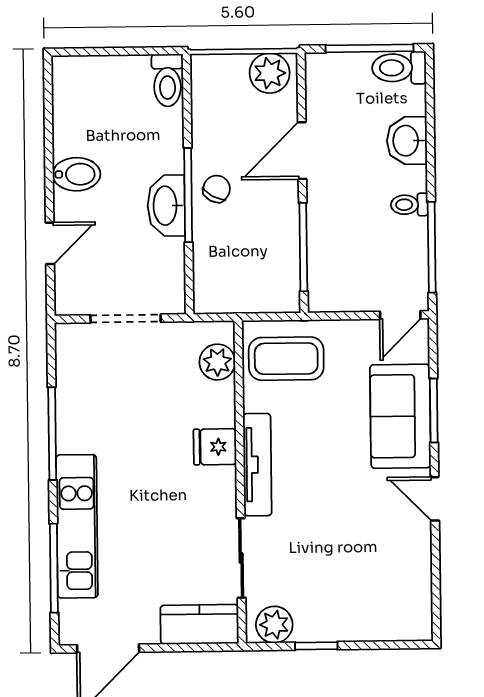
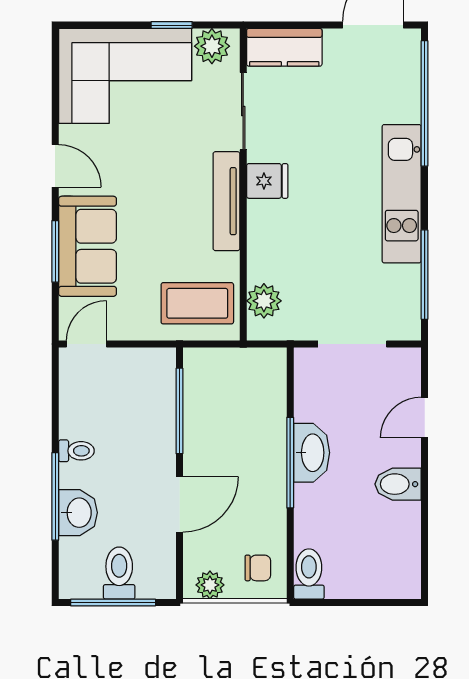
toilet: (399, 68) -> (119, 573), moved, turned -90
plant: (270, 73) -> (210, 585), width x0.73, depth x0.73
chair: (217, 189) -> (258, 568), moved, turned -119
window: (432, 247) -> (55, 496), moved
window: (52, 434) -> (425, 275), moved
fridge: (215, 447) -> (267, 181), moved
kitchen unit: (77, 526) -> (402, 194), moved
window: (54, 568) -> (425, 103), width x1.46
corner sofa: (364, 593) -> (125, 76), added

